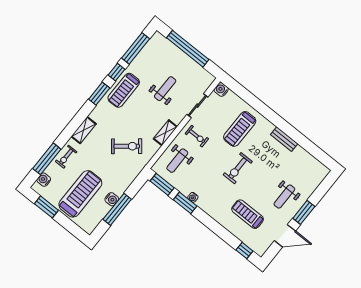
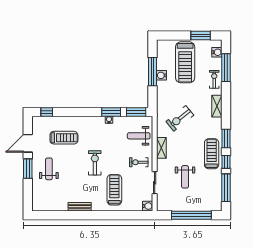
weight bench: (177, 161) -> (139, 136), turned -90

